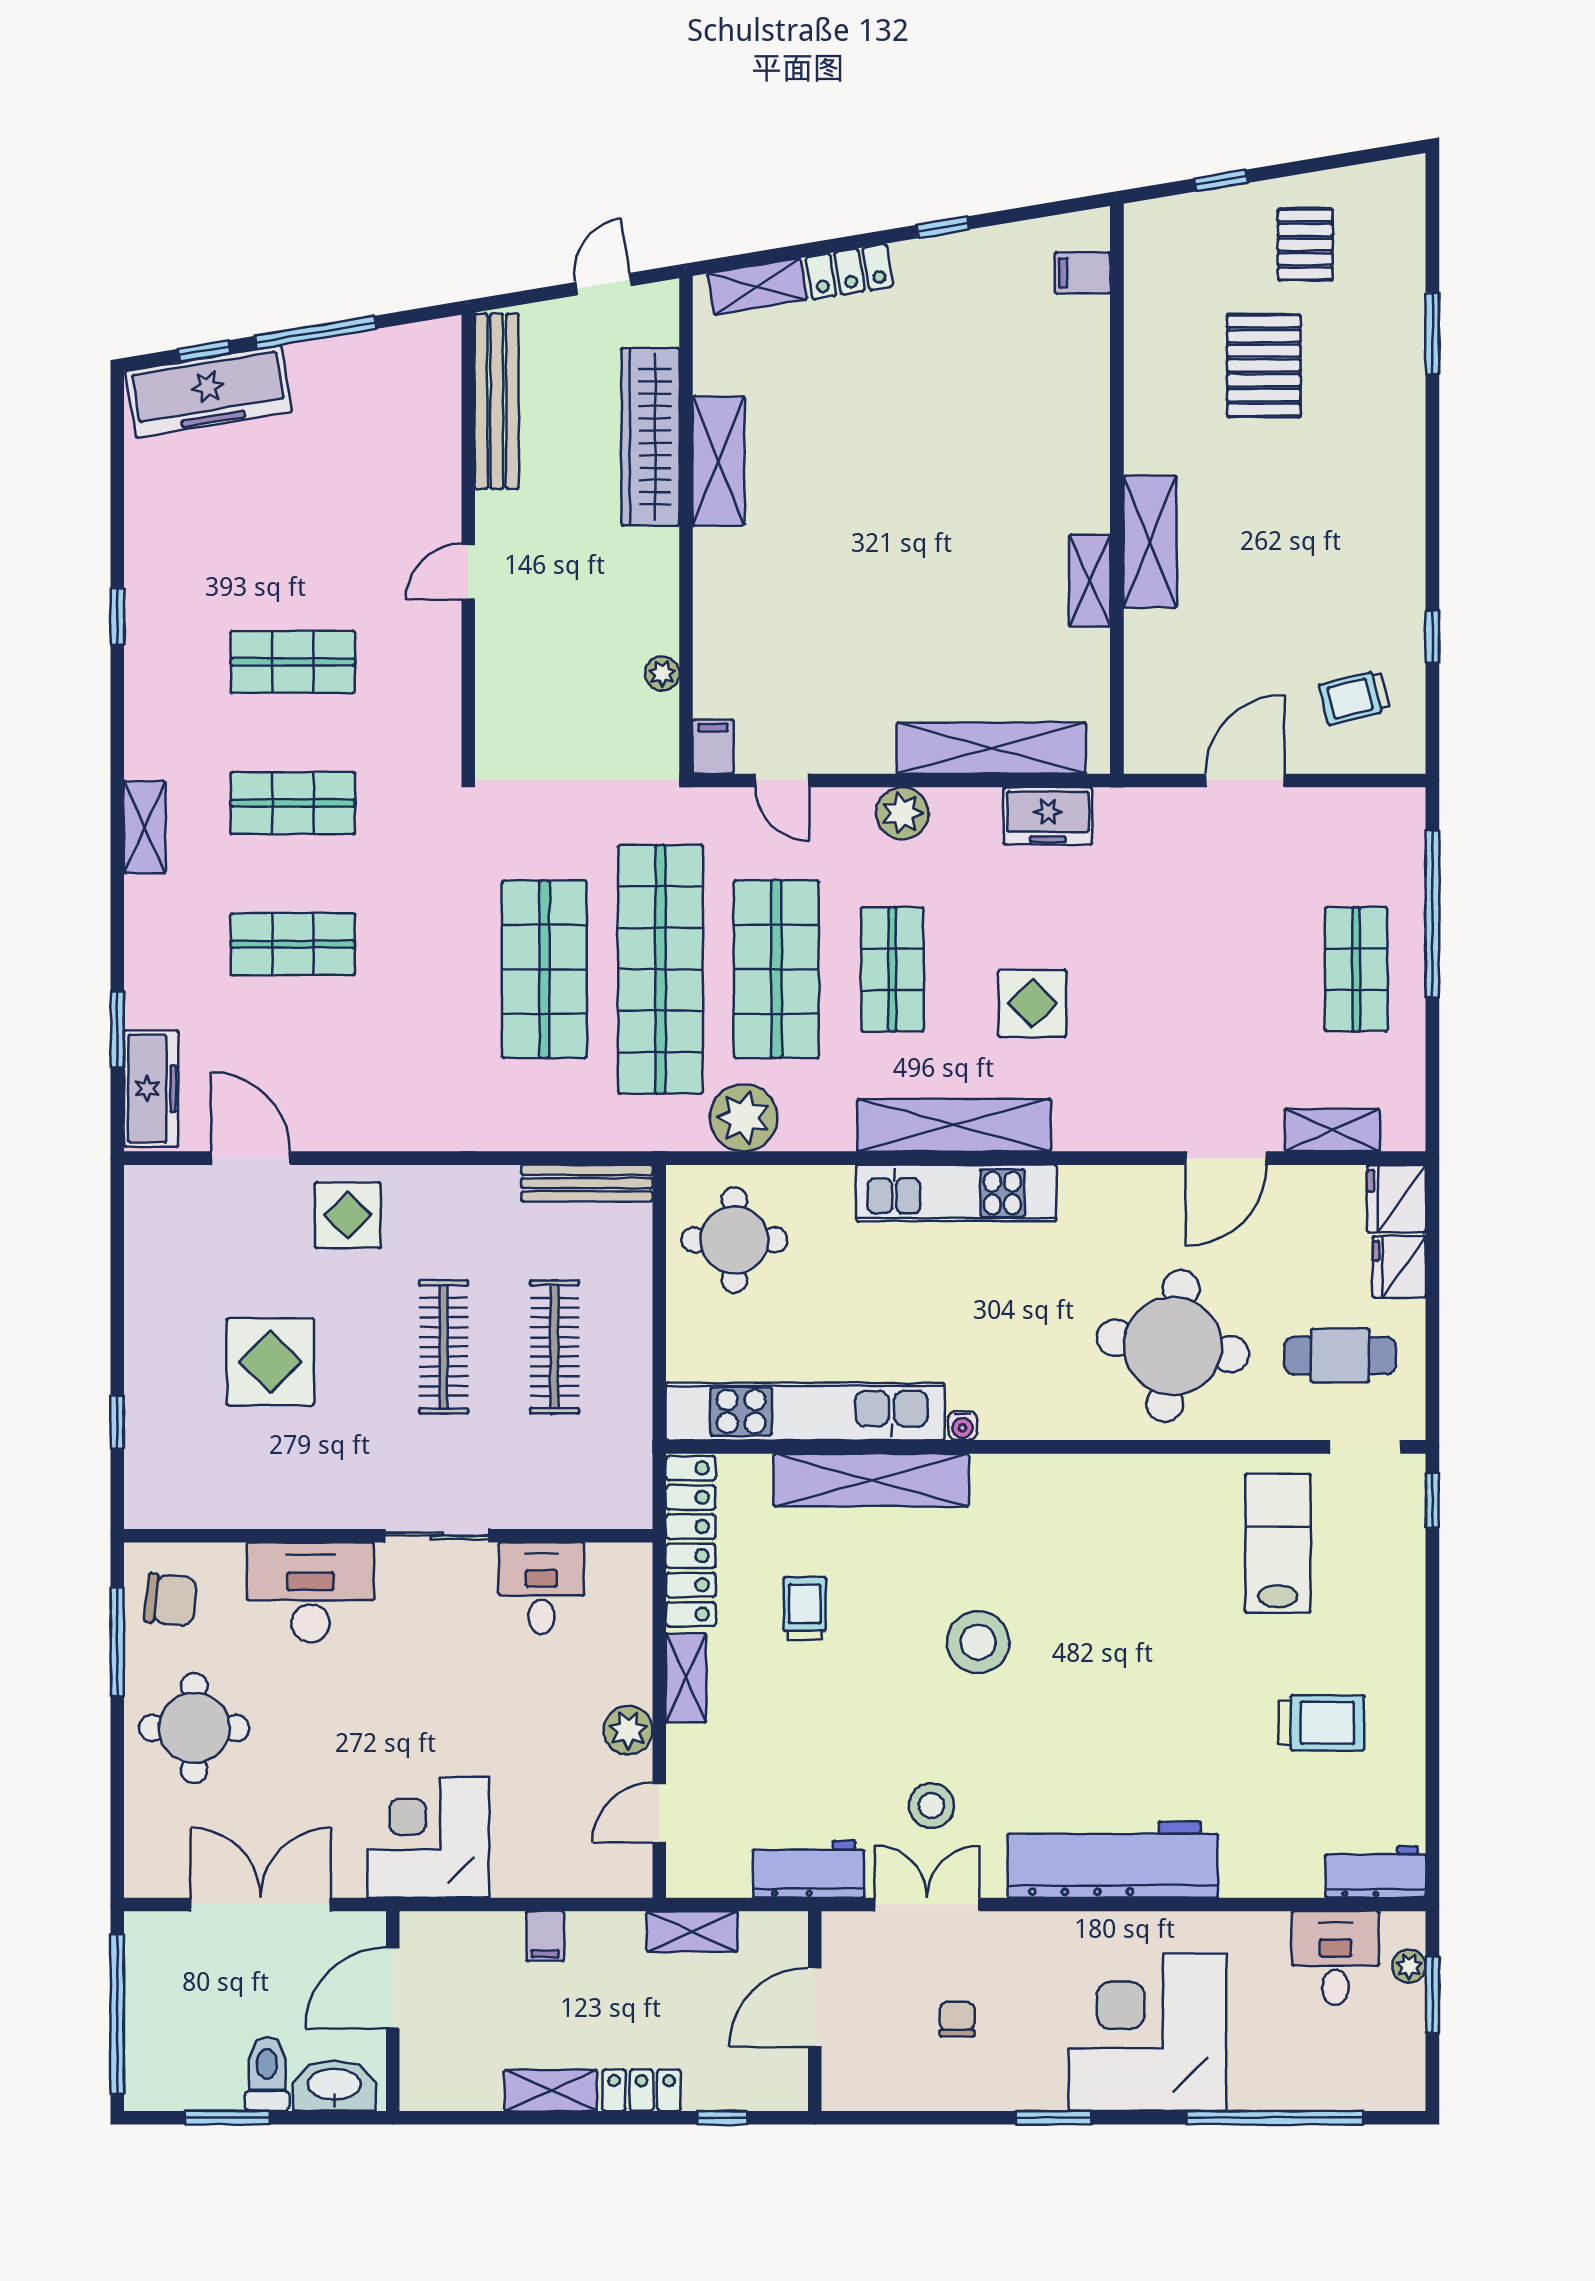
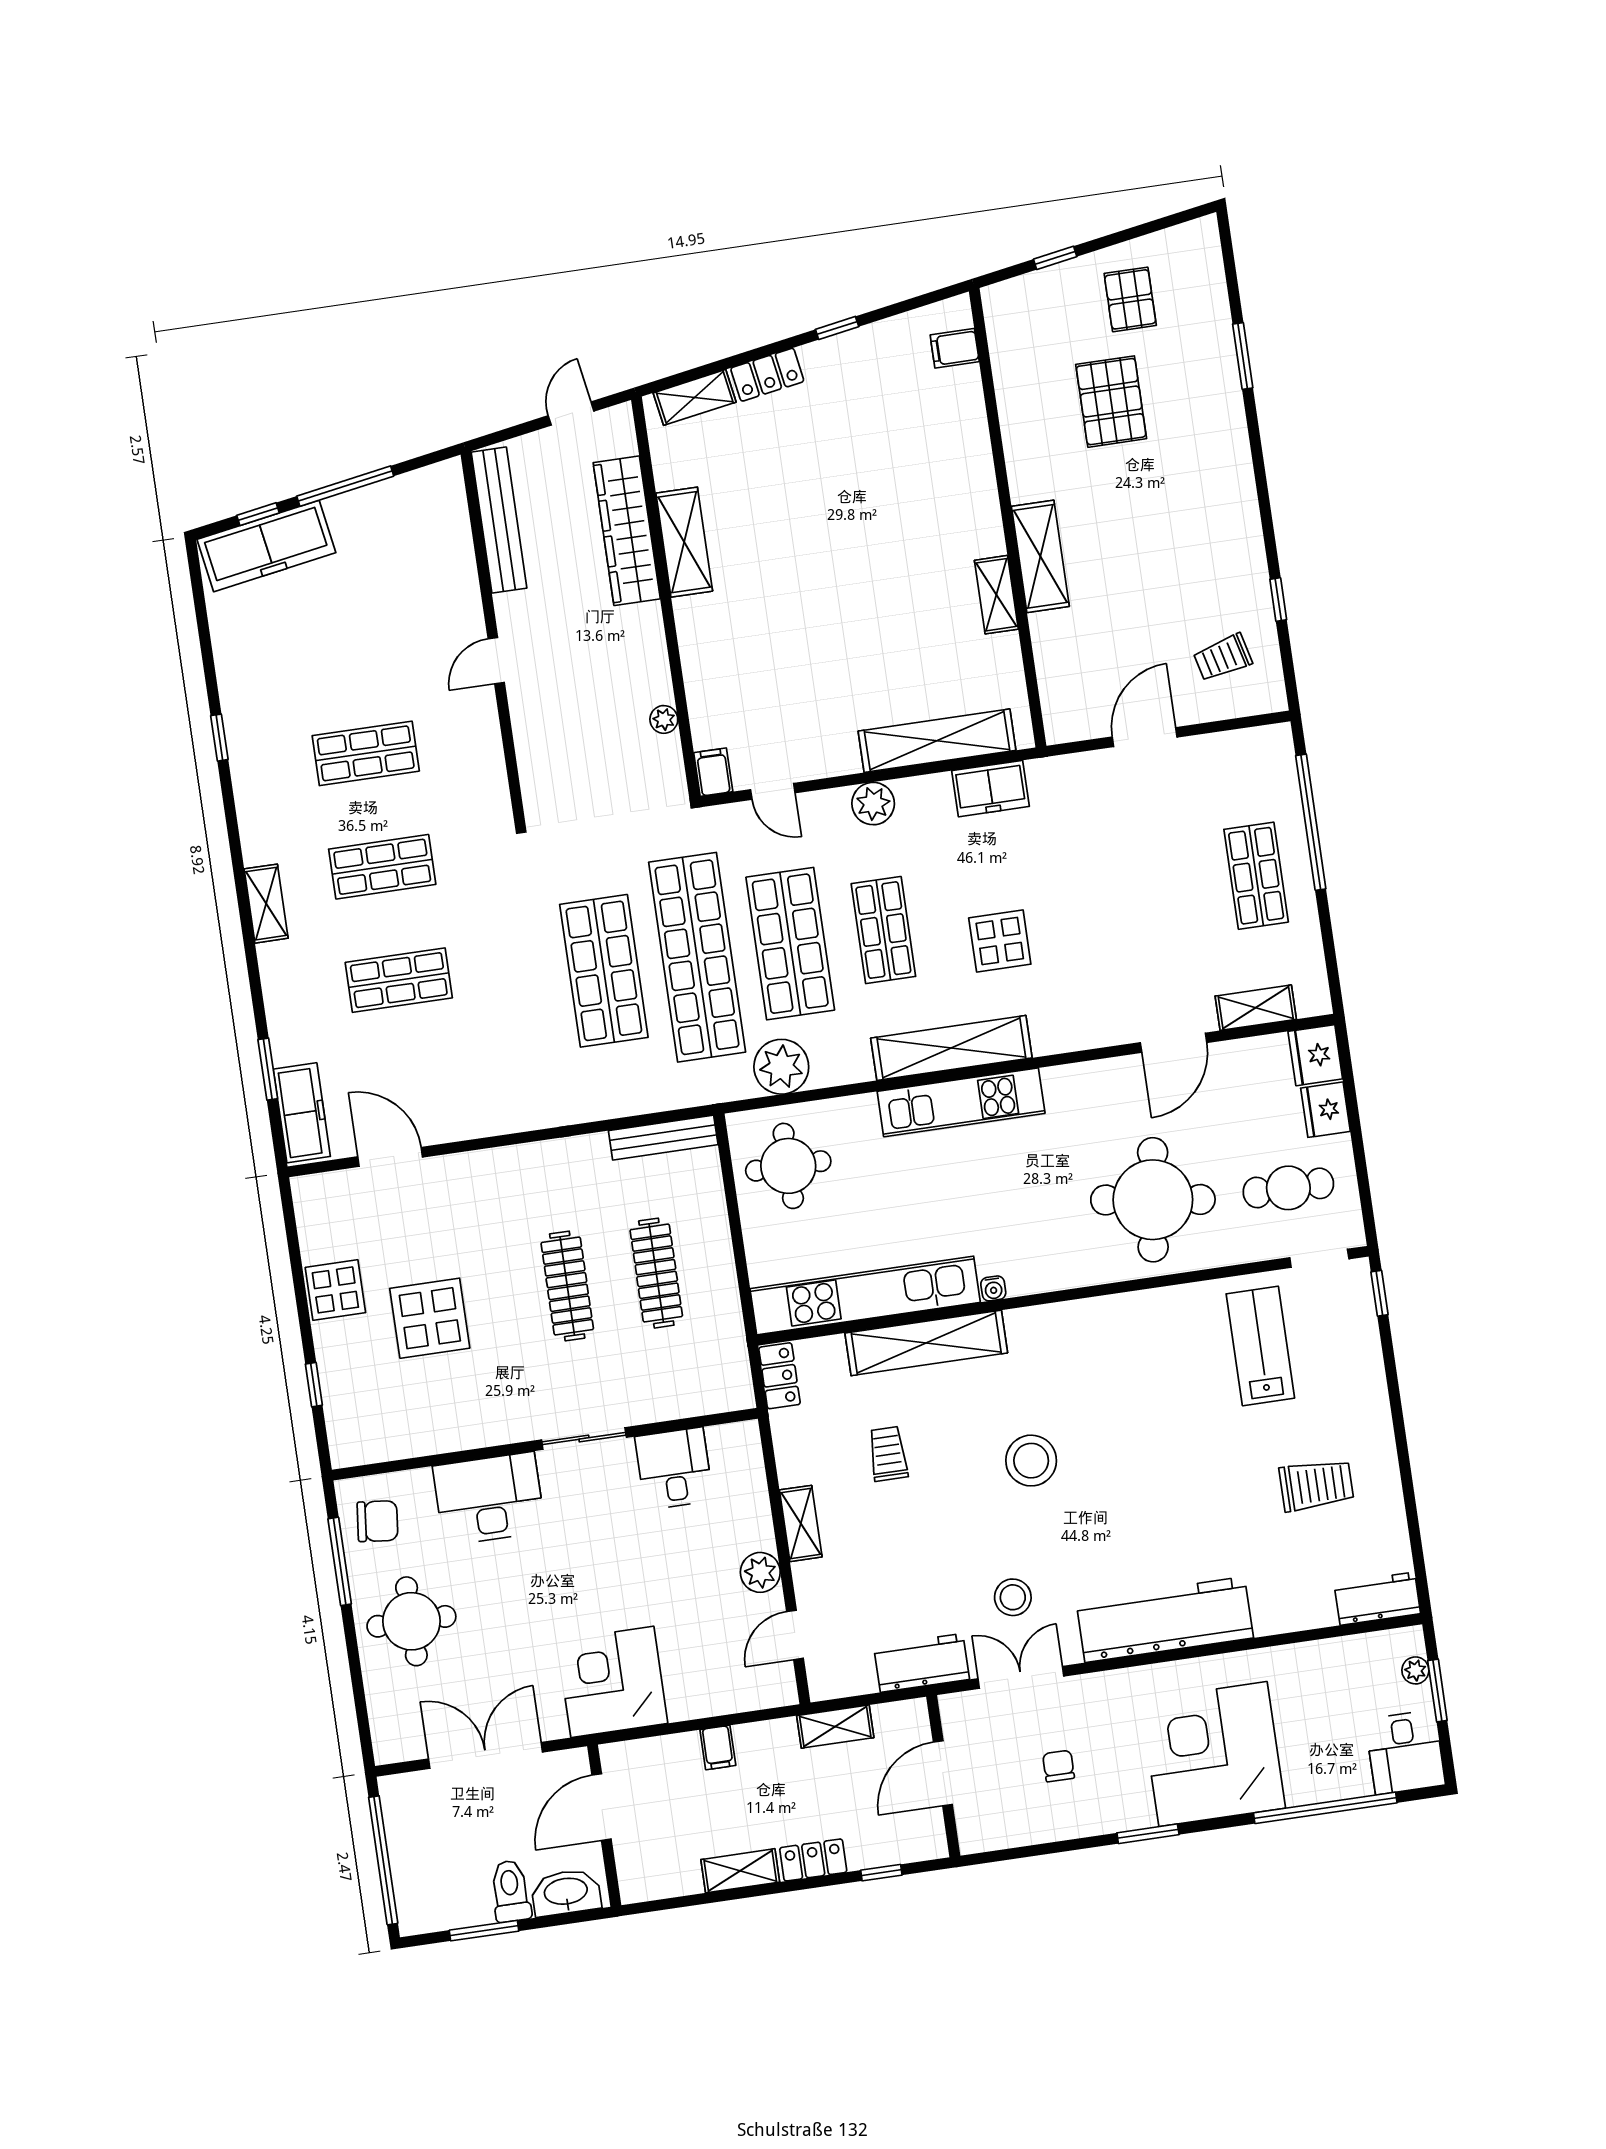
display table: (348, 1215) -> (335, 1290), moved
locker: (691, 1541) -> (780, 1376), width x0.46, depth x0.83
desk: (1335, 1958) -> (1405, 1752), moved, turned 180

